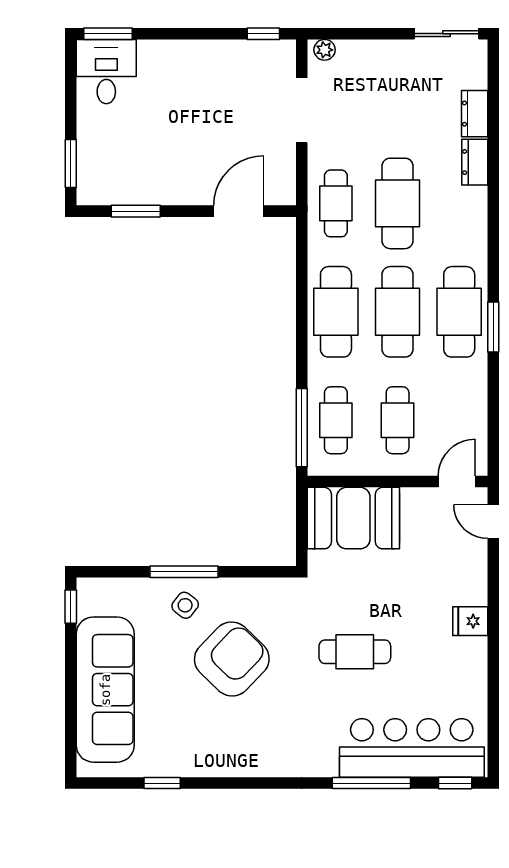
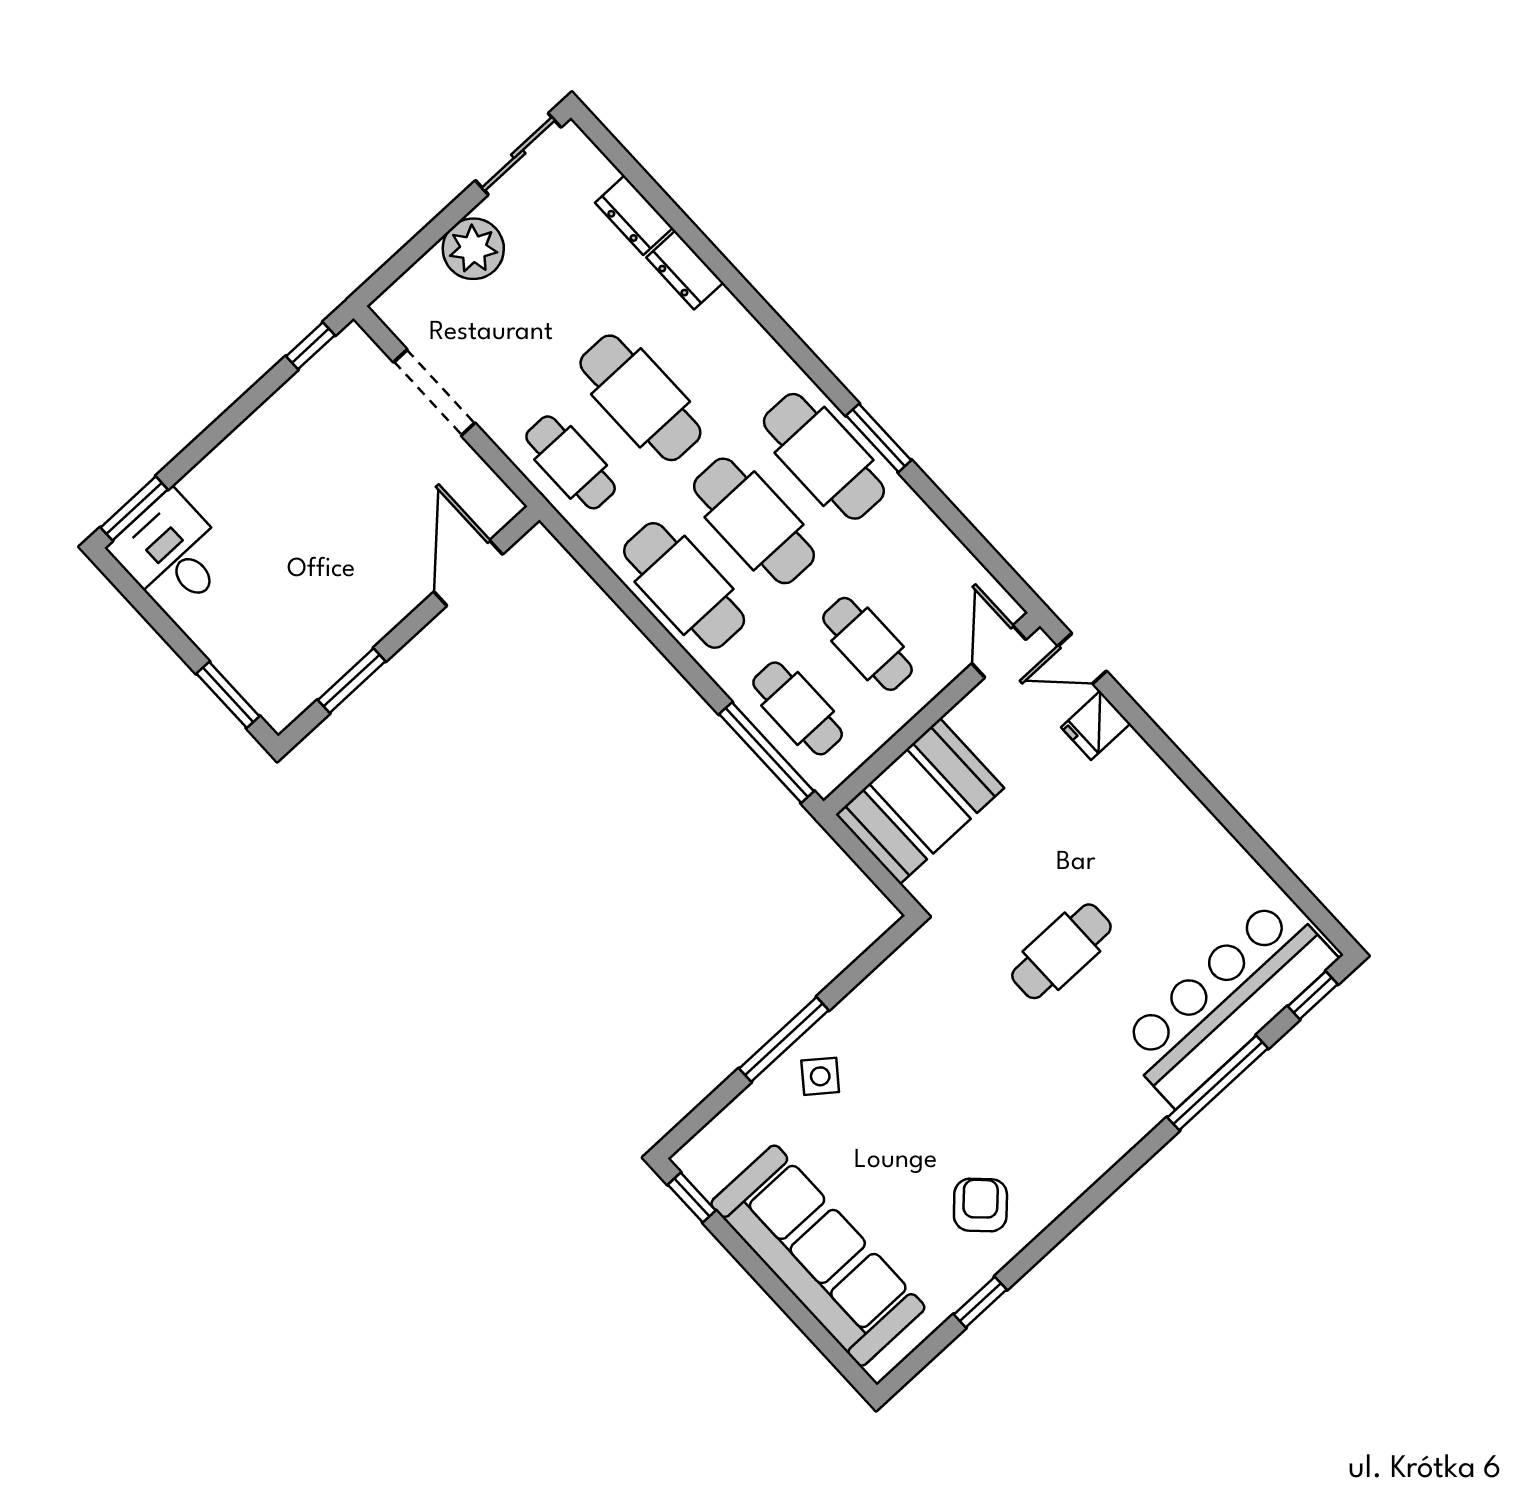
plant: (325, 50) -> (473, 249), moved, width x1.88, depth x1.88
fridge: (470, 621) -> (1096, 725), moved
armchair: (232, 659) -> (980, 1205), moved, width x0.53, depth x0.53

